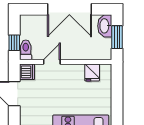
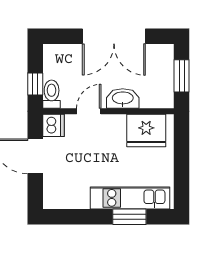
washbasin: (105, 26) -> (123, 99), moved, turned 90
fridge: (92, 73) -> (146, 130), width x1.88, depth x1.34

